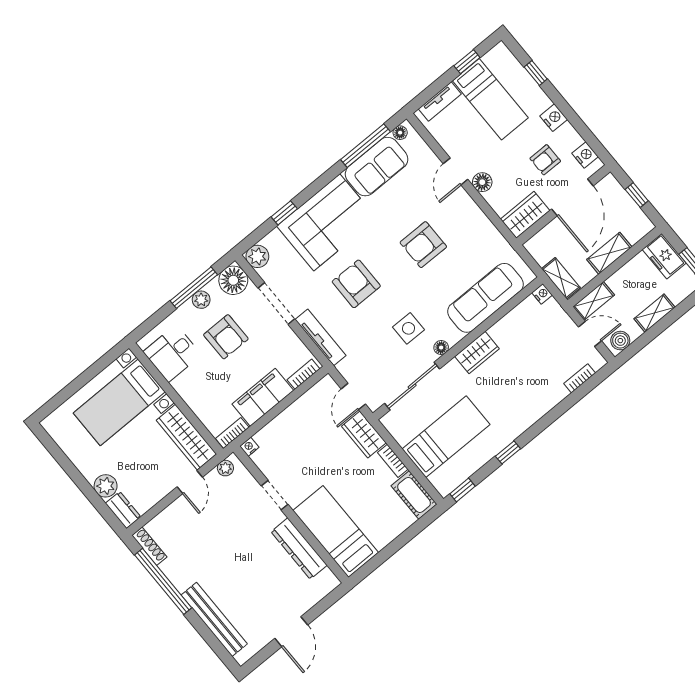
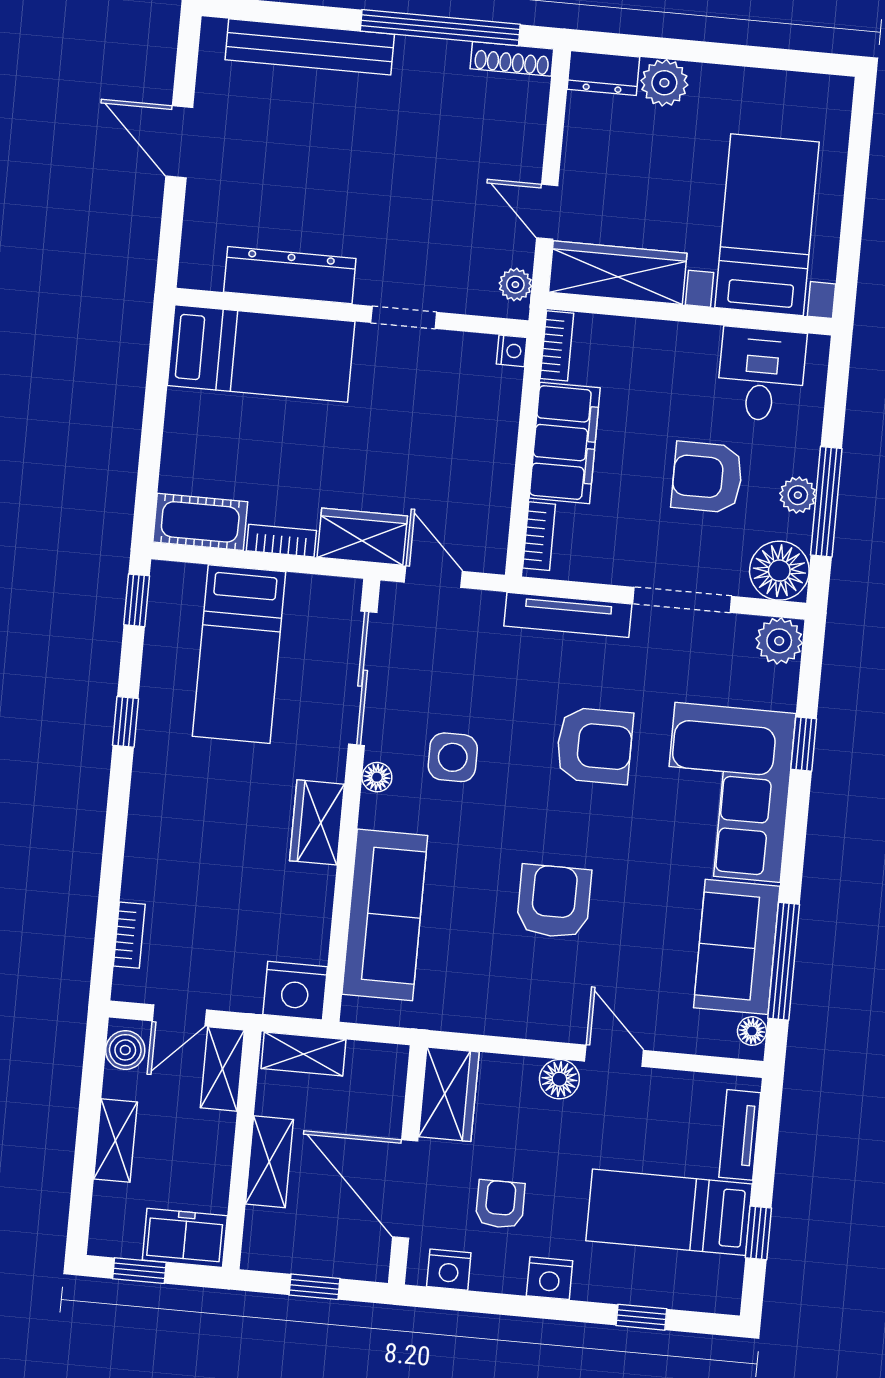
nightstand: (542, 294) -> (295, 991), width x1.89, depth x1.79

